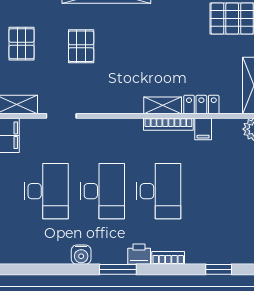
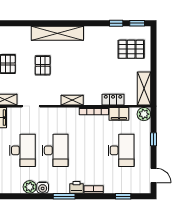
shelving: (163, 105) -> (72, 100), moved
filing cabinet: (203, 129) -> (119, 114), width x2.00
desk: (159, 191) -> (121, 150), moved
plant: (59, 254) -> (30, 187), added

